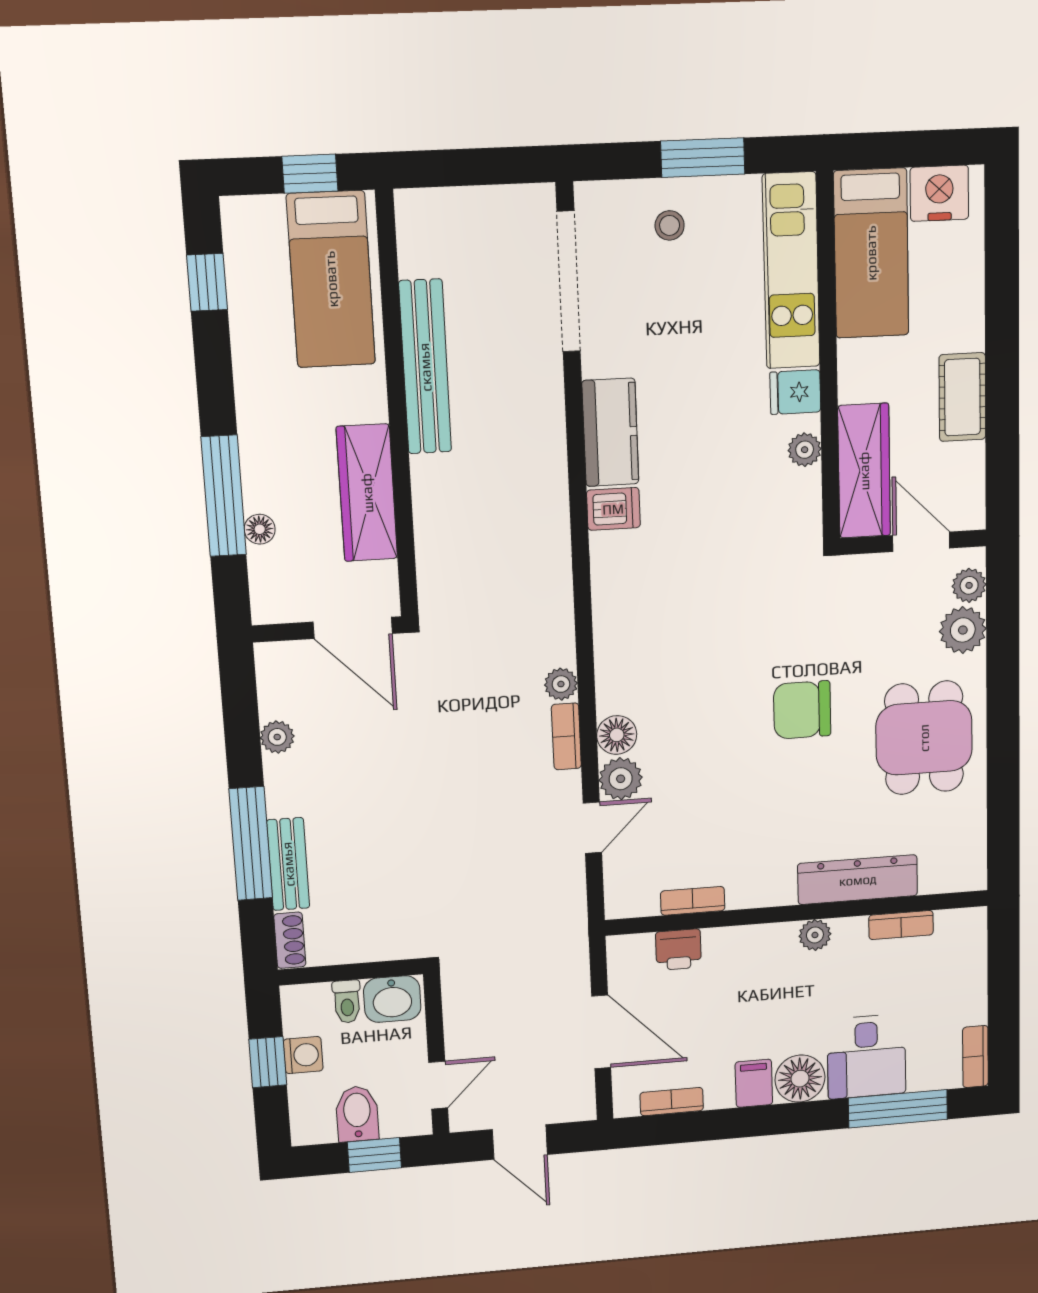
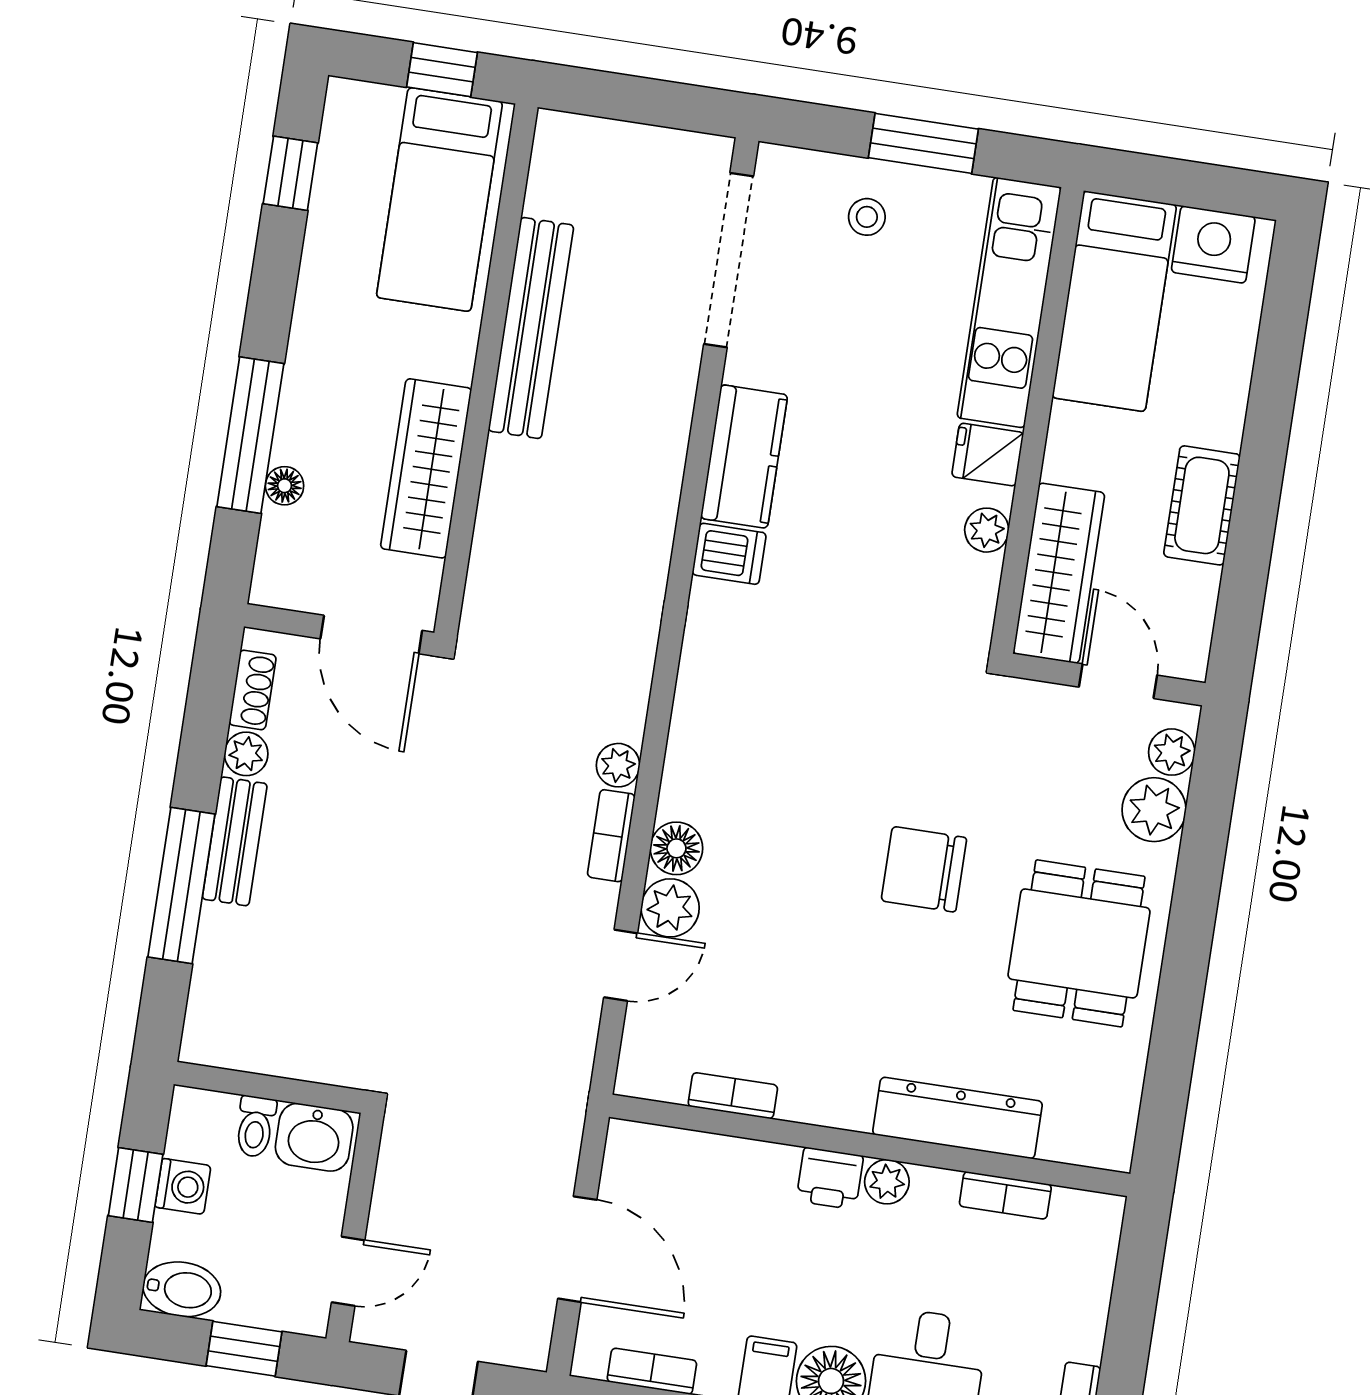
bench: (288, 864) -> (235, 841), moved
shoe rack: (290, 940) -> (253, 690), moved
printer: (678, 950) -> (830, 1178), moved
bidet: (357, 1114) -> (182, 1289), moved, turned 90

